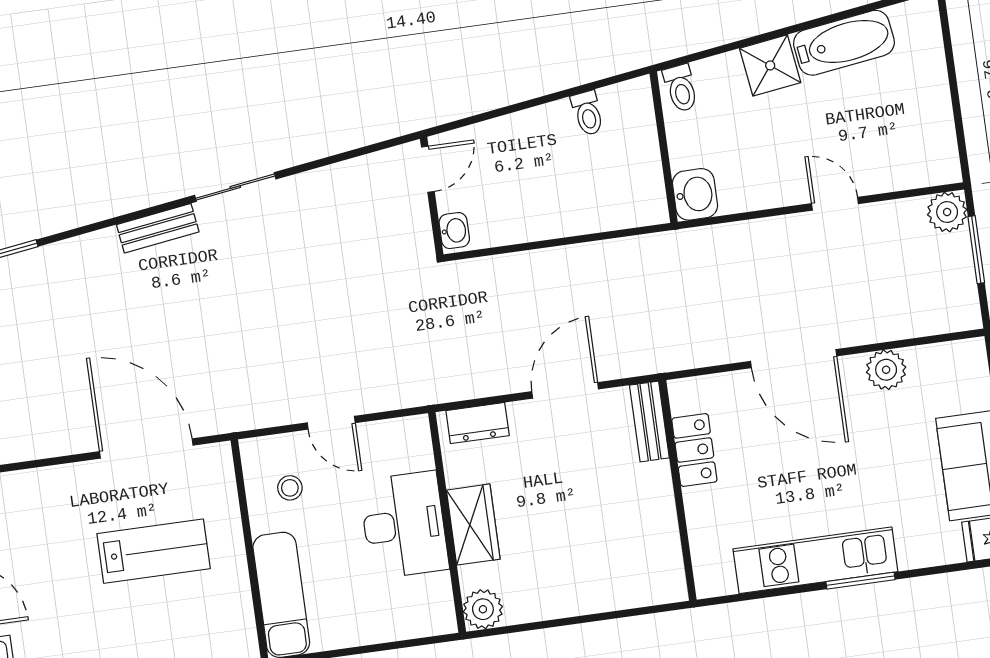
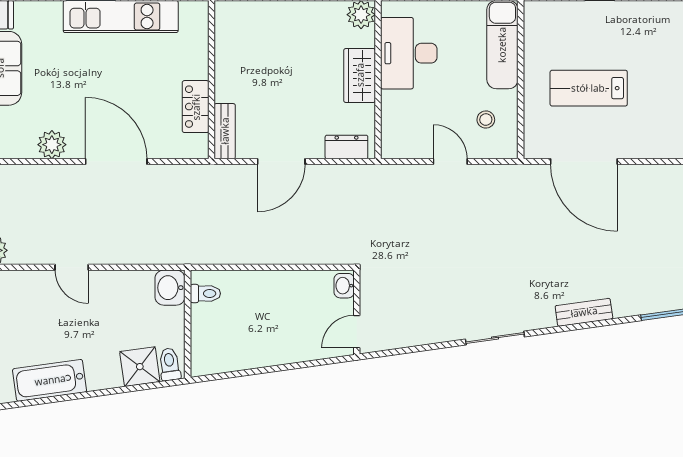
shower: (770, 65) -> (140, 367), moved
toilet: (588, 113) -> (205, 294), moved, turned 98
bench: (158, 228) -> (584, 312), moved
desk: (404, 525) -> (409, 53), moved

